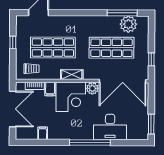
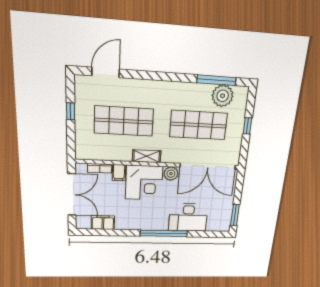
window: (151, 59) -> (247, 126), moved
trolley: (32, 69) -> (96, 147), removed
filing cabinet: (43, 133) -> (103, 223), width x2.00

